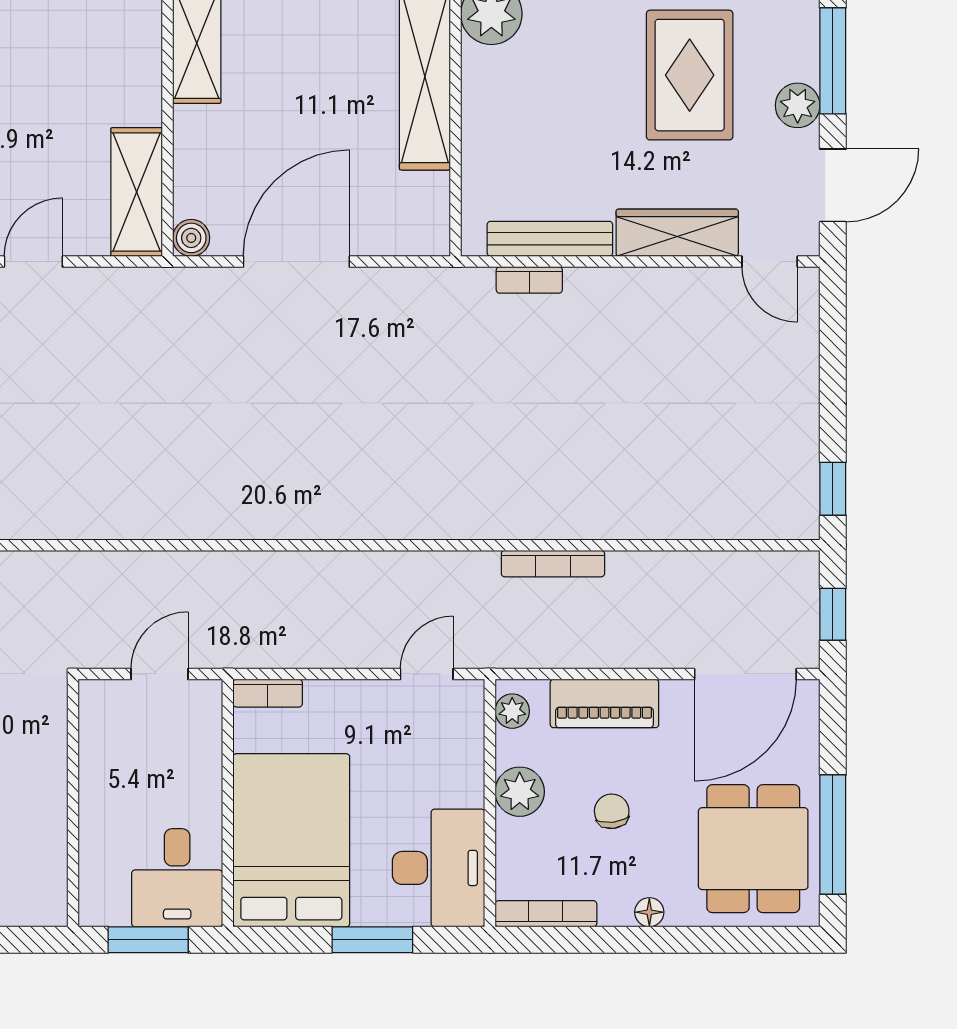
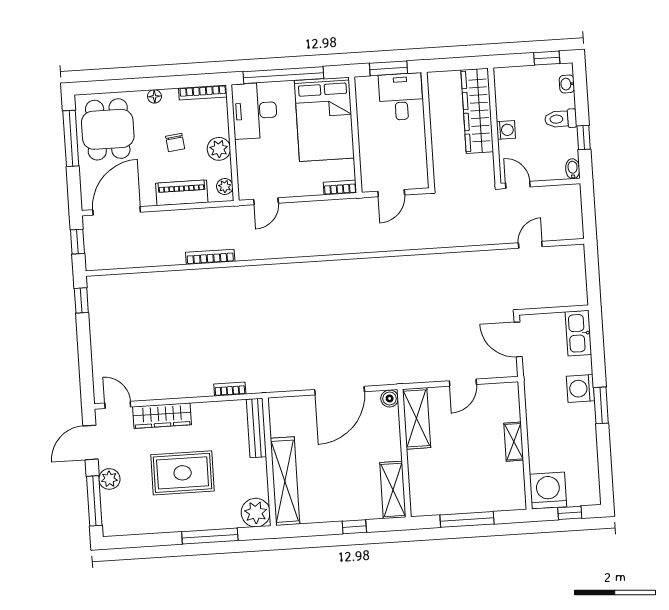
rug: (690, 75) -> (183, 473), moved, turned 90
bench: (550, 239) -> (256, 428), moved, turned 90
desk: (177, 878) -> (401, 97), moved
window: (372, 940) -> (283, 75), width x2.11

